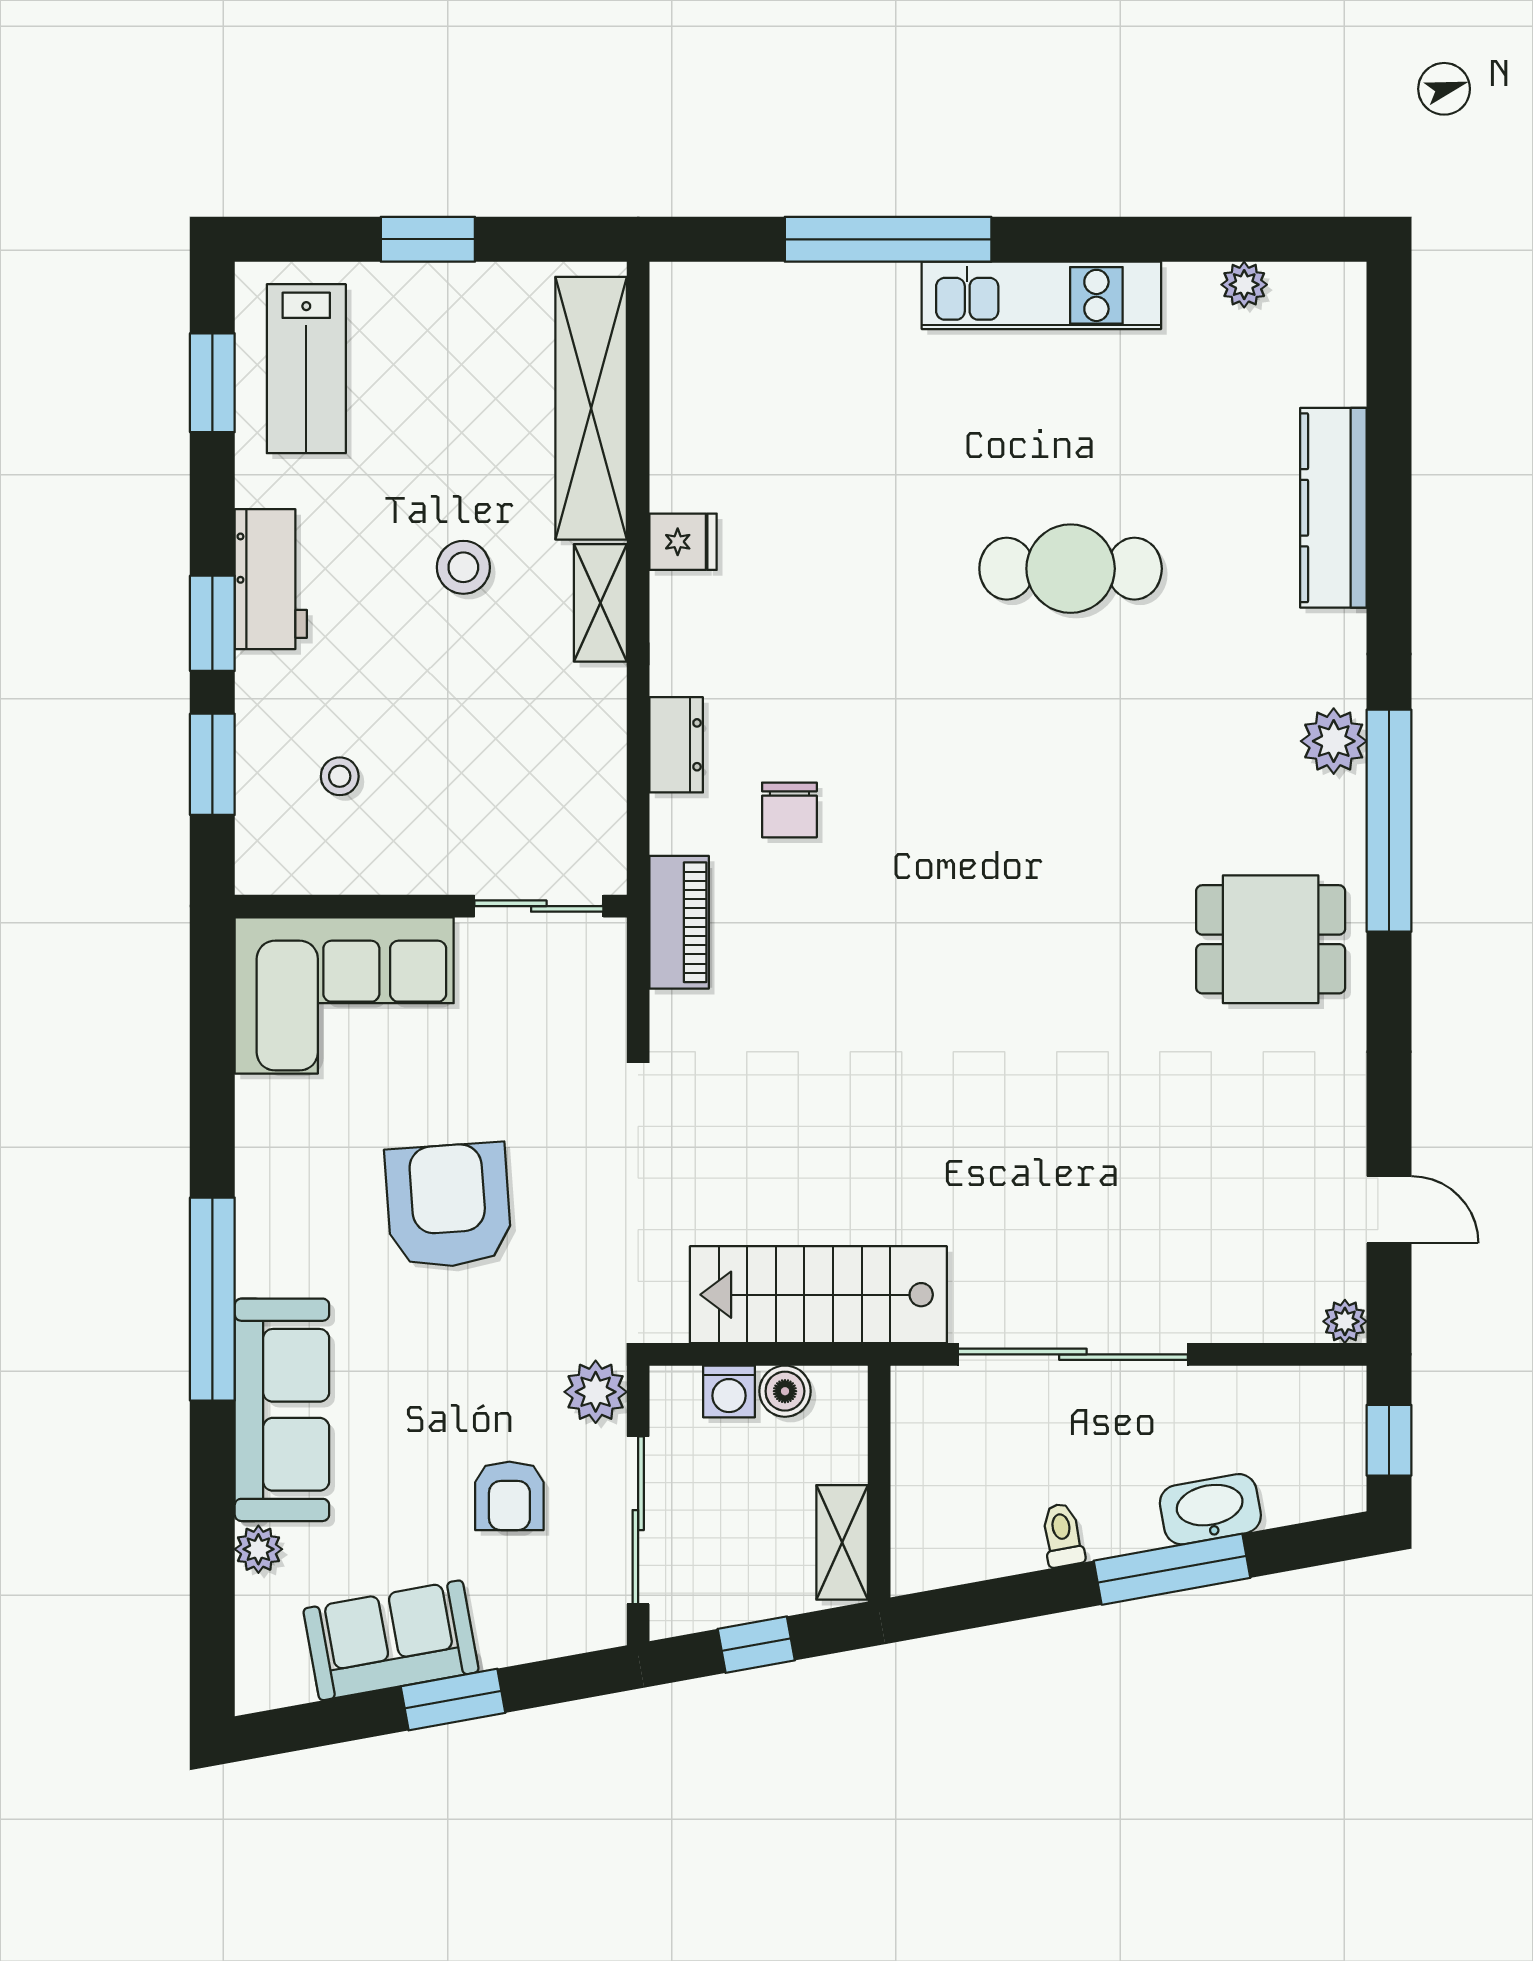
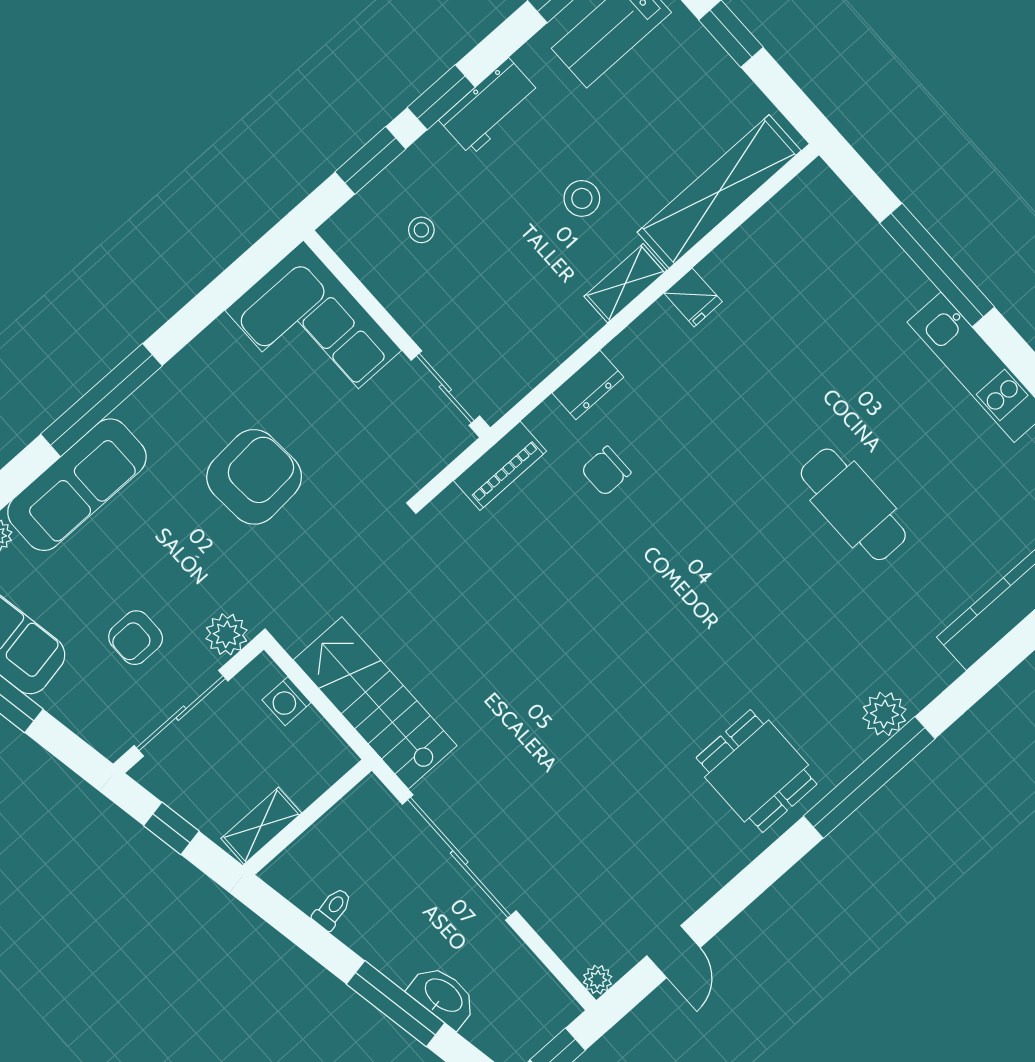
boiler: (785, 1391) -> (312, 729), removed
toilet: (1062, 1535) -> (332, 909), moved

